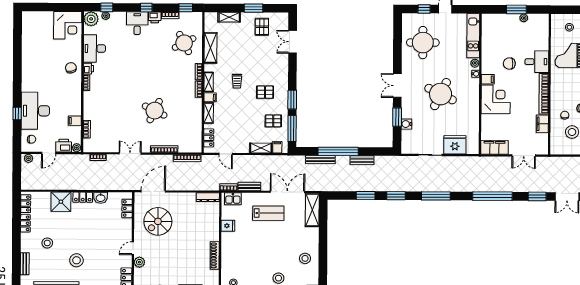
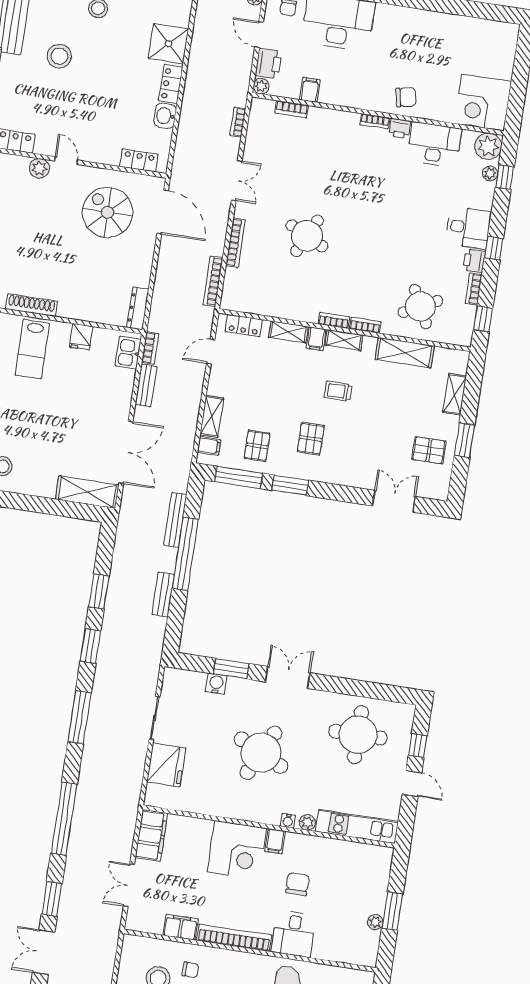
lab bench: (268, 213) -> (32, 349), moved

